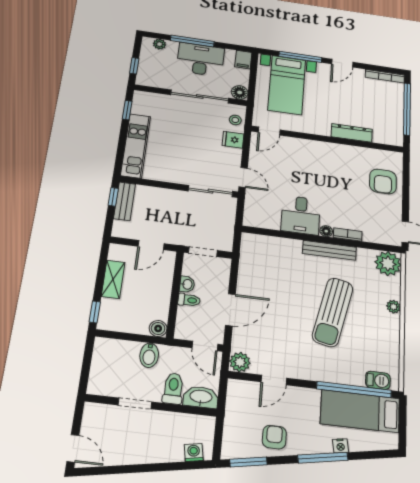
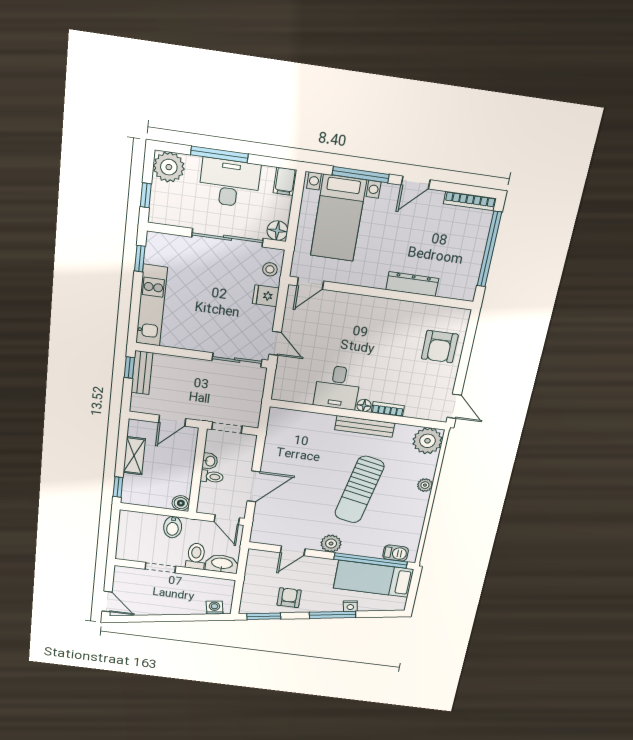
plant: (159, 44) -> (169, 167), width x1.88, depth x1.88
plant: (240, 362) -> (331, 544), moved

